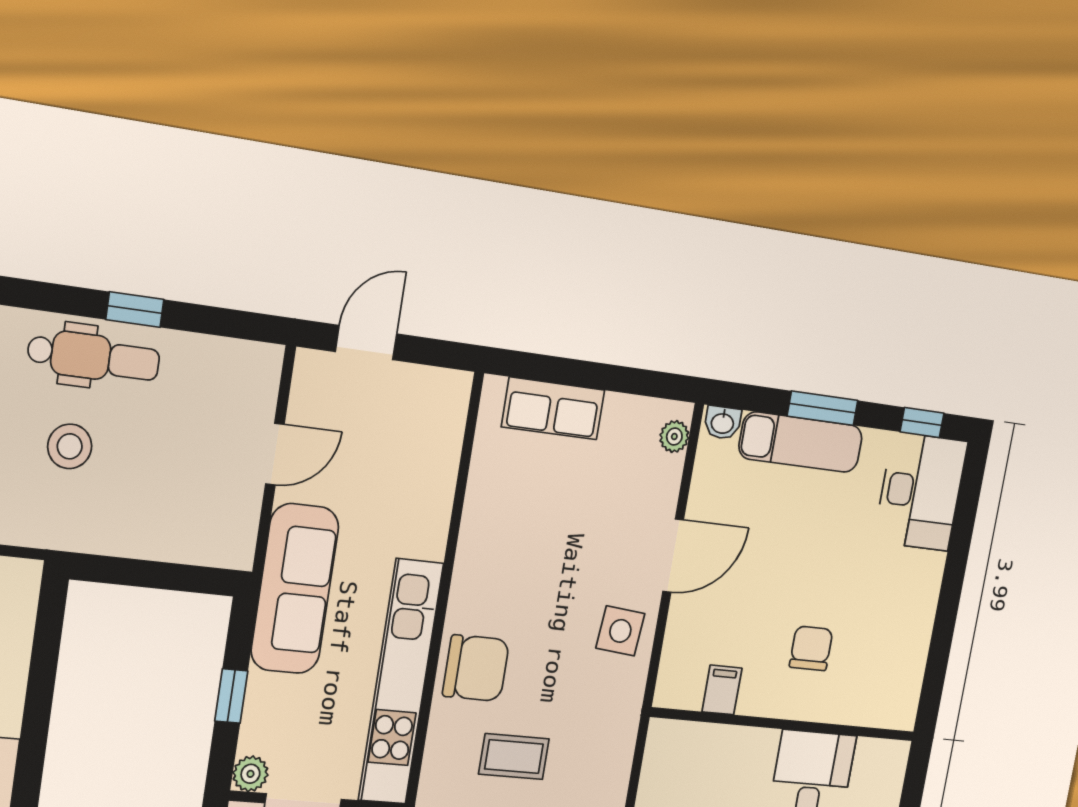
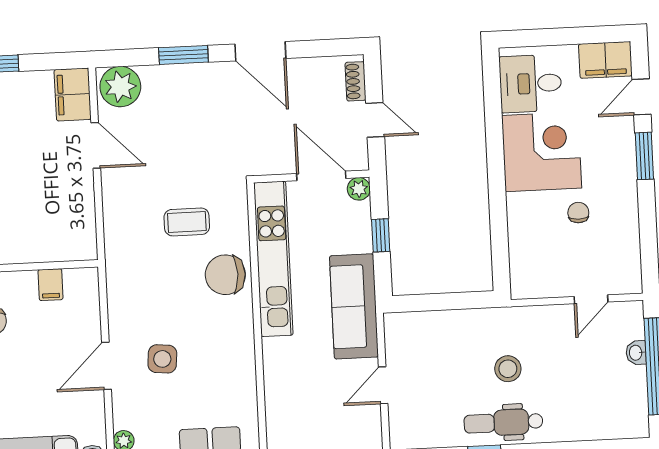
side table: (620, 631) -> (162, 359), moved

